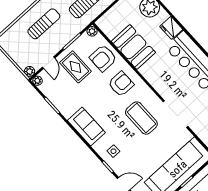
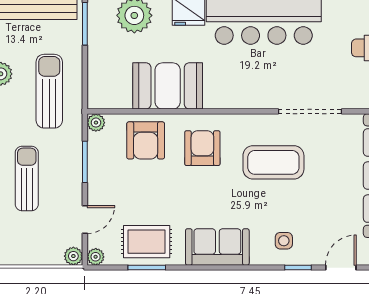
door: (49, 63) -> (85, 220), hinge flipped
rug: (75, 67) -> (147, 242), moved

